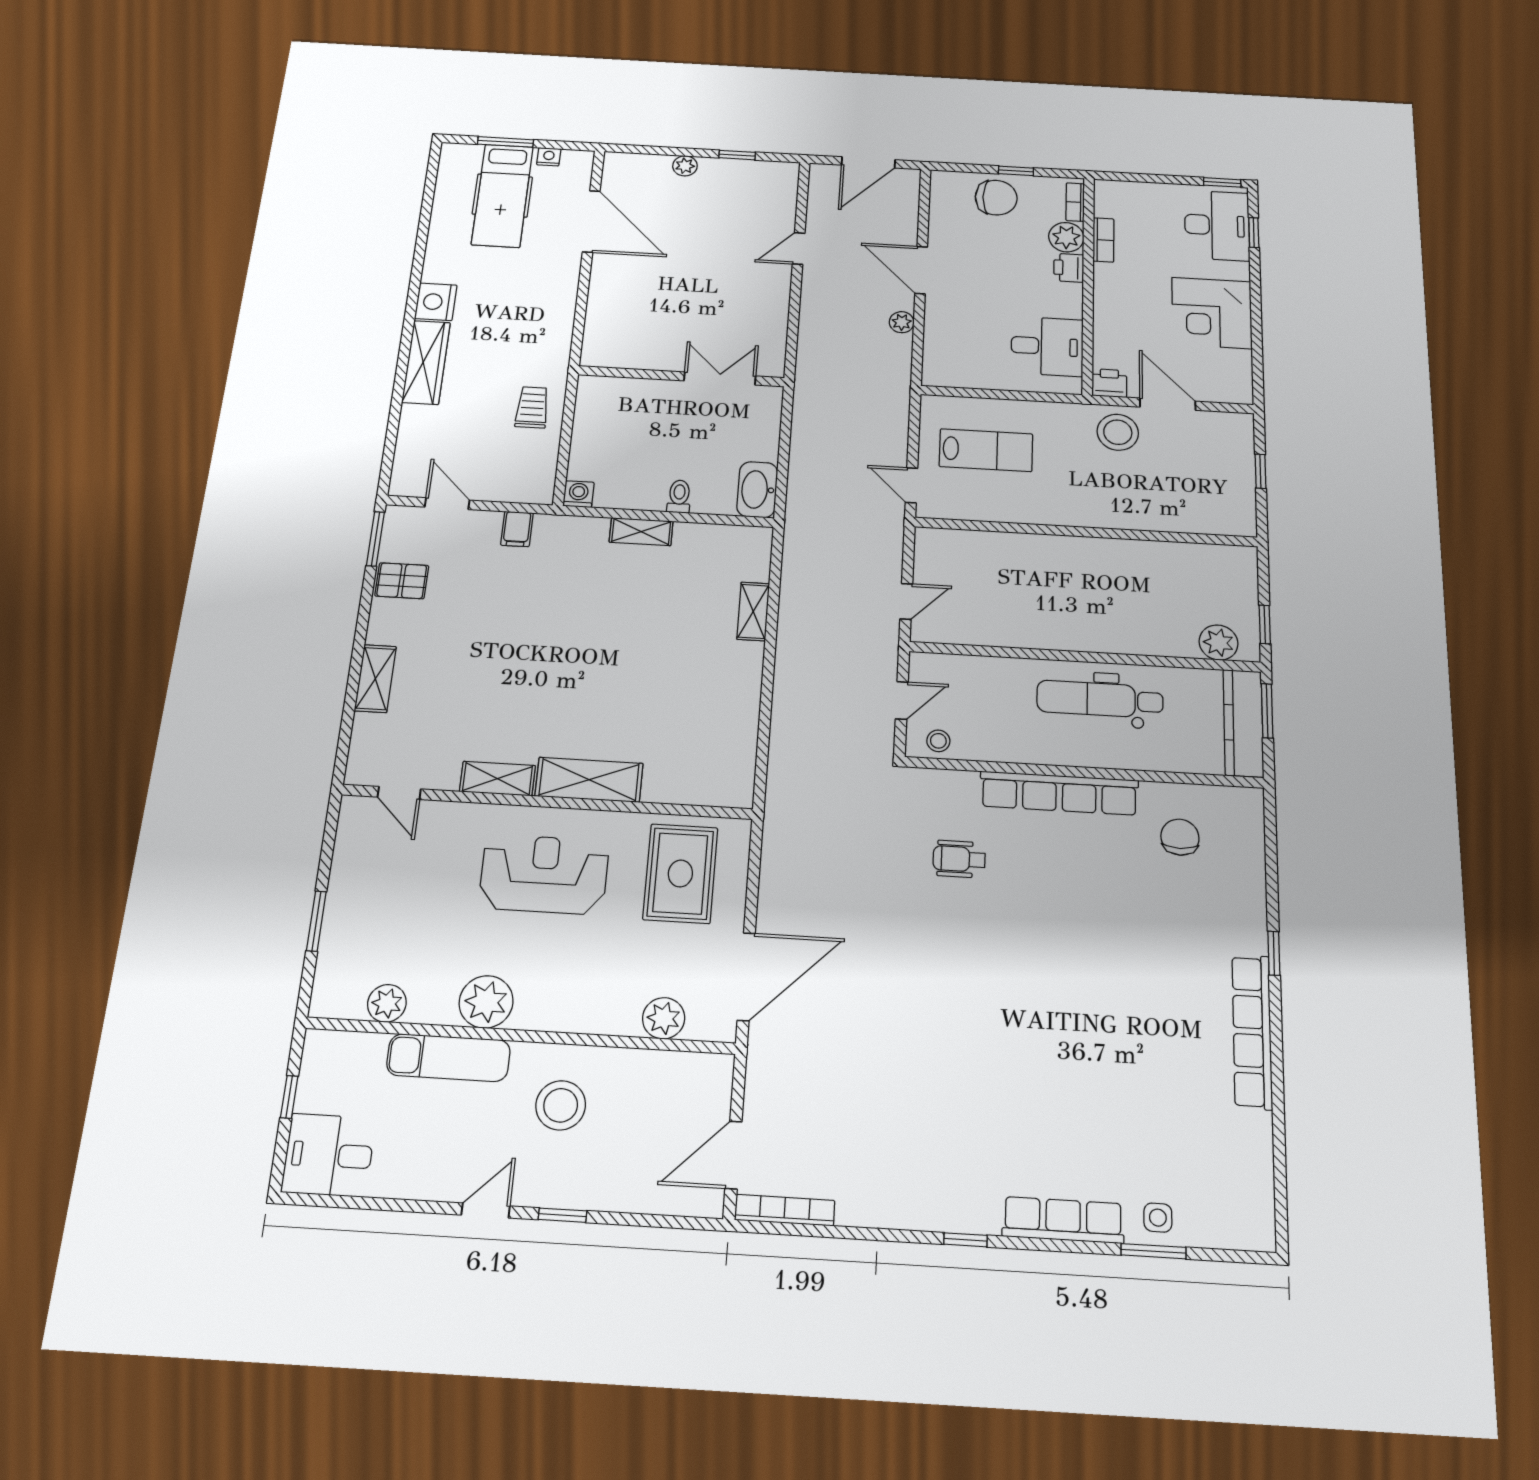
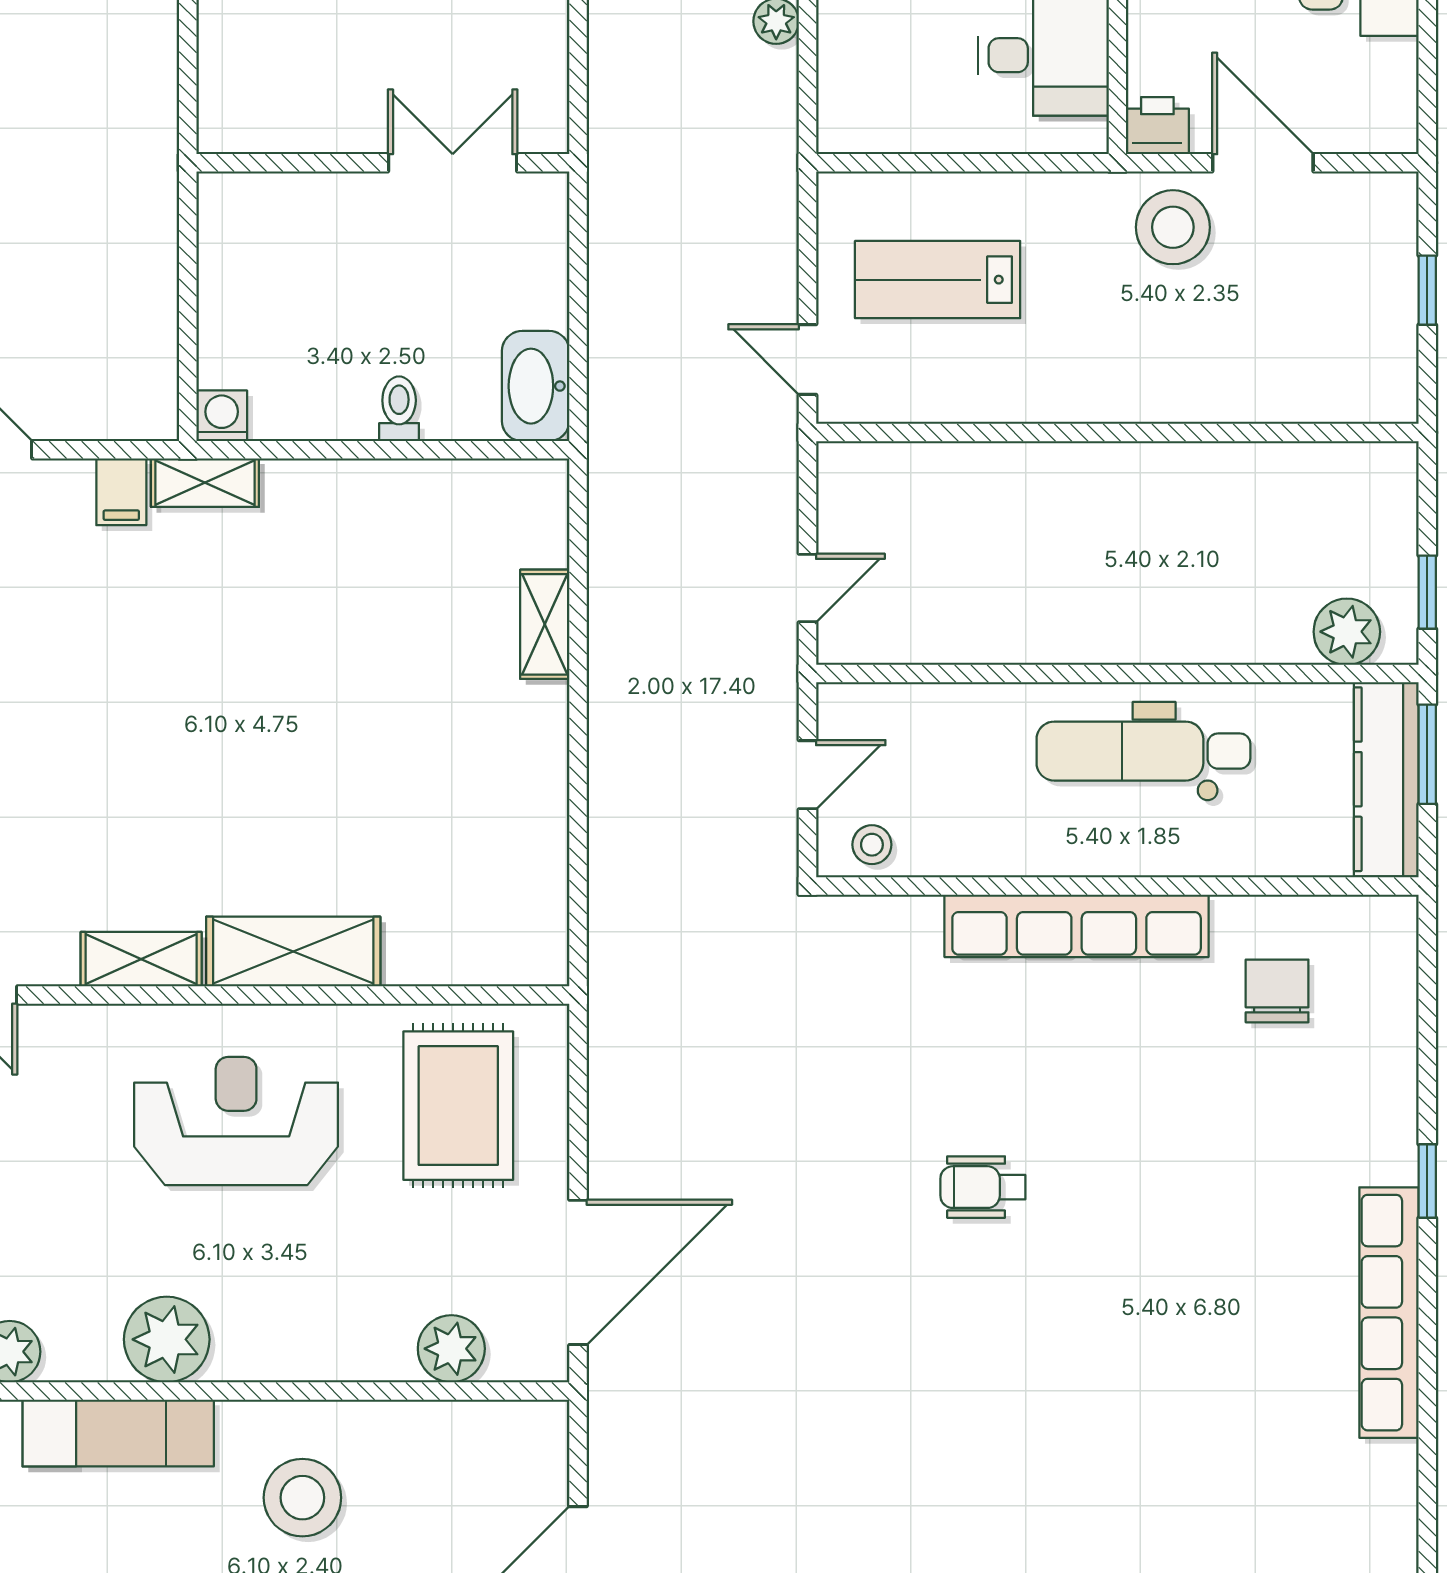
trolley: (532, 407) -> (121, 245), removed
lab bench: (986, 450) -> (938, 280), turned 180
shelving: (641, 532) -> (205, 483), moved
wheelchair: (959, 859) -> (983, 1187), moved

